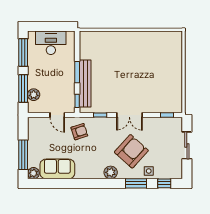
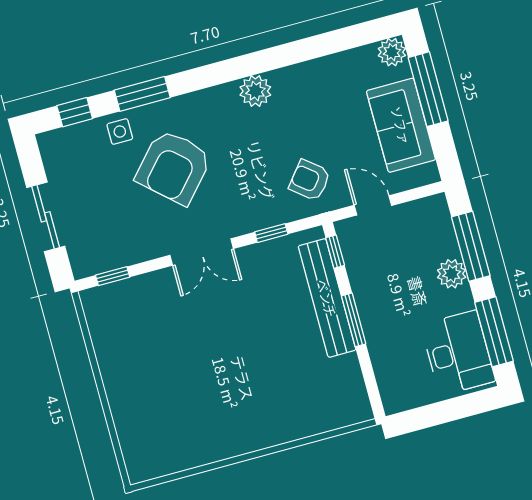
desk: (51, 43) -> (458, 353), moved, turned -90
plant: (34, 95) -> (452, 274), moved
double door: (129, 115) -> (202, 252), swing flipped
armchair: (79, 132) -> (310, 180), turned 57
sofa: (57, 169) -> (401, 125), moved, turned 90
plant: (111, 172) -> (255, 91), moved

